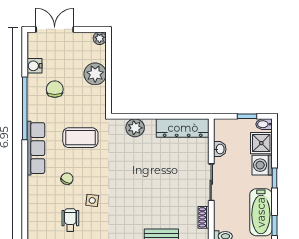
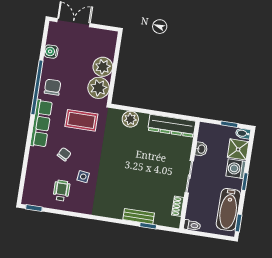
plant: (100, 38) -> (99, 88), moved, width x1.87, depth x1.87
chair: (55, 89) -> (53, 87), moved

